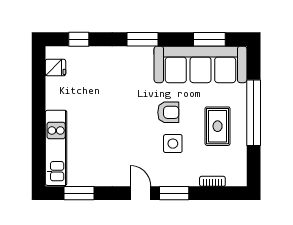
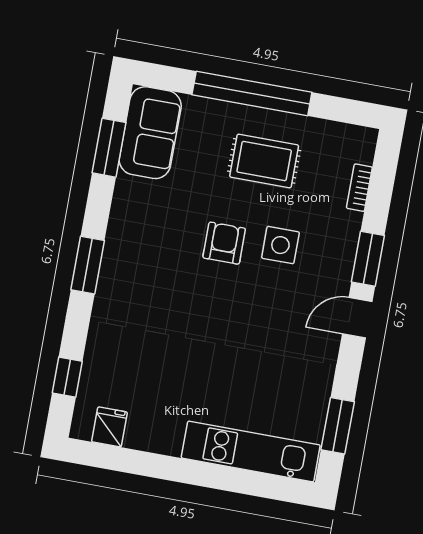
sofa: (200, 64) -> (150, 133), width x0.54, depth x0.79

